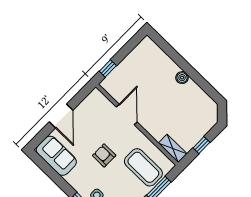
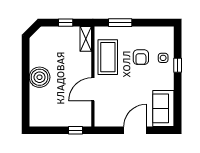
boiler: (182, 78) -> (40, 77), width x1.86, depth x1.86
armchair: (104, 155) -> (141, 57), moved
coffee table: (143, 167) -> (108, 57), moved

